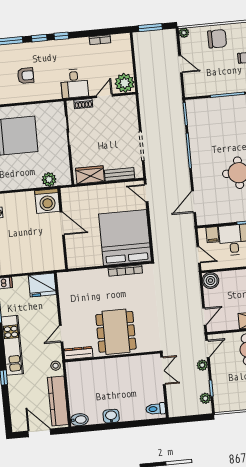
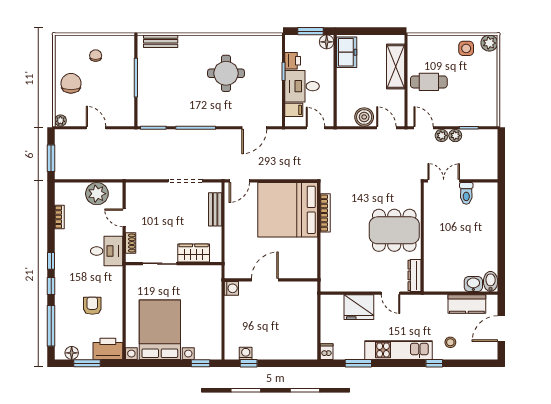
door: (181, 64) -> (96, 128), hinge flipped
plant: (125, 83) -> (97, 194), moved
wardrobe: (90, 175) -> (194, 253), moved, turned 90
plant: (49, 179) -> (213, 290), removed
washing machine: (47, 201) -> (231, 288), width x0.53, depth x0.53
door: (194, 202) -> (254, 128), hinge flipped
door: (199, 255) -> (315, 128), hinge flipped
boiler: (210, 281) -> (364, 117), moved
fridge: (42, 285) -> (359, 307), moved, turned 90
stool: (56, 366) -> (450, 342), moved
plant: (205, 398) -> (455, 136), moved
kitchen counter: (58, 401) -> (467, 304), width x0.67
toilet: (156, 409) -> (466, 193), moved
washbasin: (111, 416) -> (473, 284), moved, turned 90

